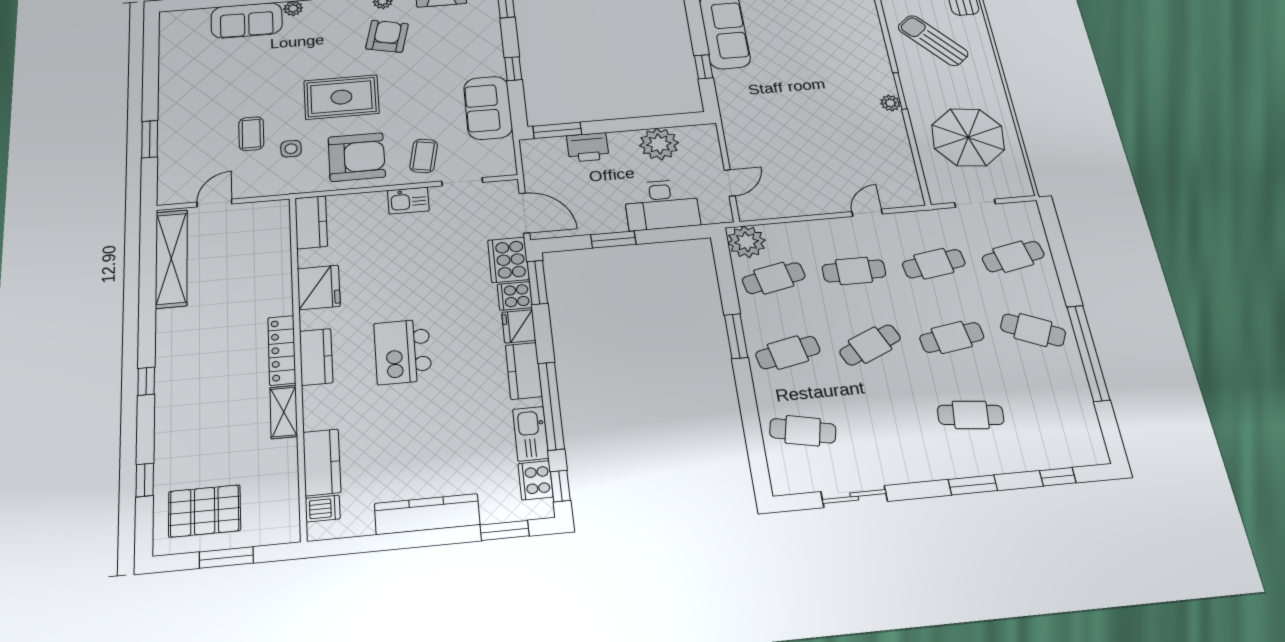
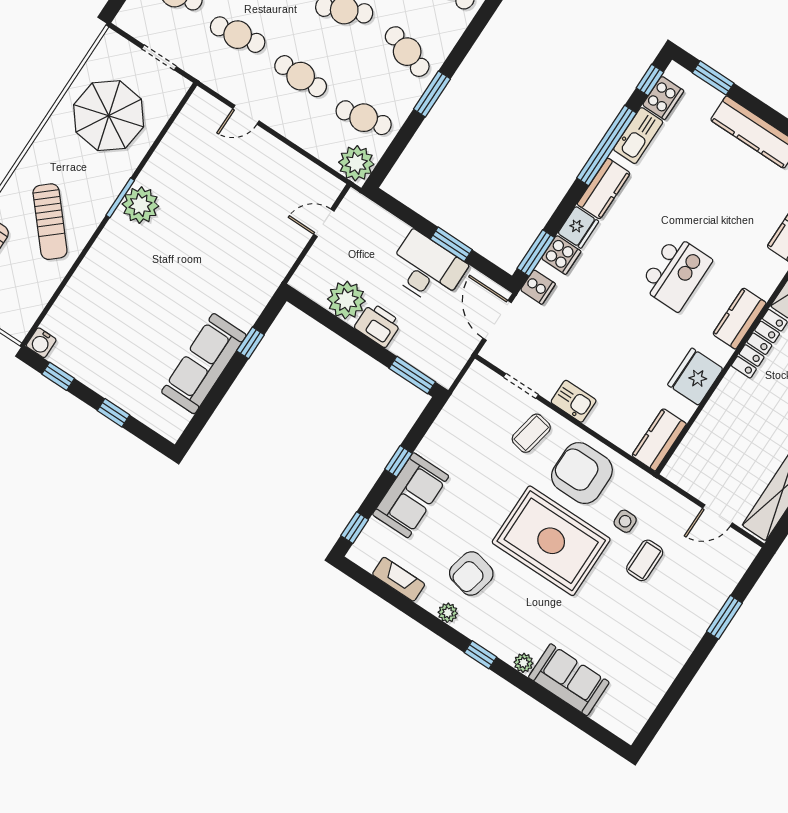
rug: (341, 97) -> (551, 541), width x1.37, depth x1.44
plant: (890, 103) -> (140, 205), width x1.88, depth x1.88
sofa: (488, 108) -> (411, 495), moved
printer: (588, 147) -> (378, 325), moved
desk: (662, 205) -> (427, 269), moved
cooker: (508, 260) -> (538, 287), width x0.53, depth x0.76
cafe table: (788, 353) -> (407, 52), turned 30

